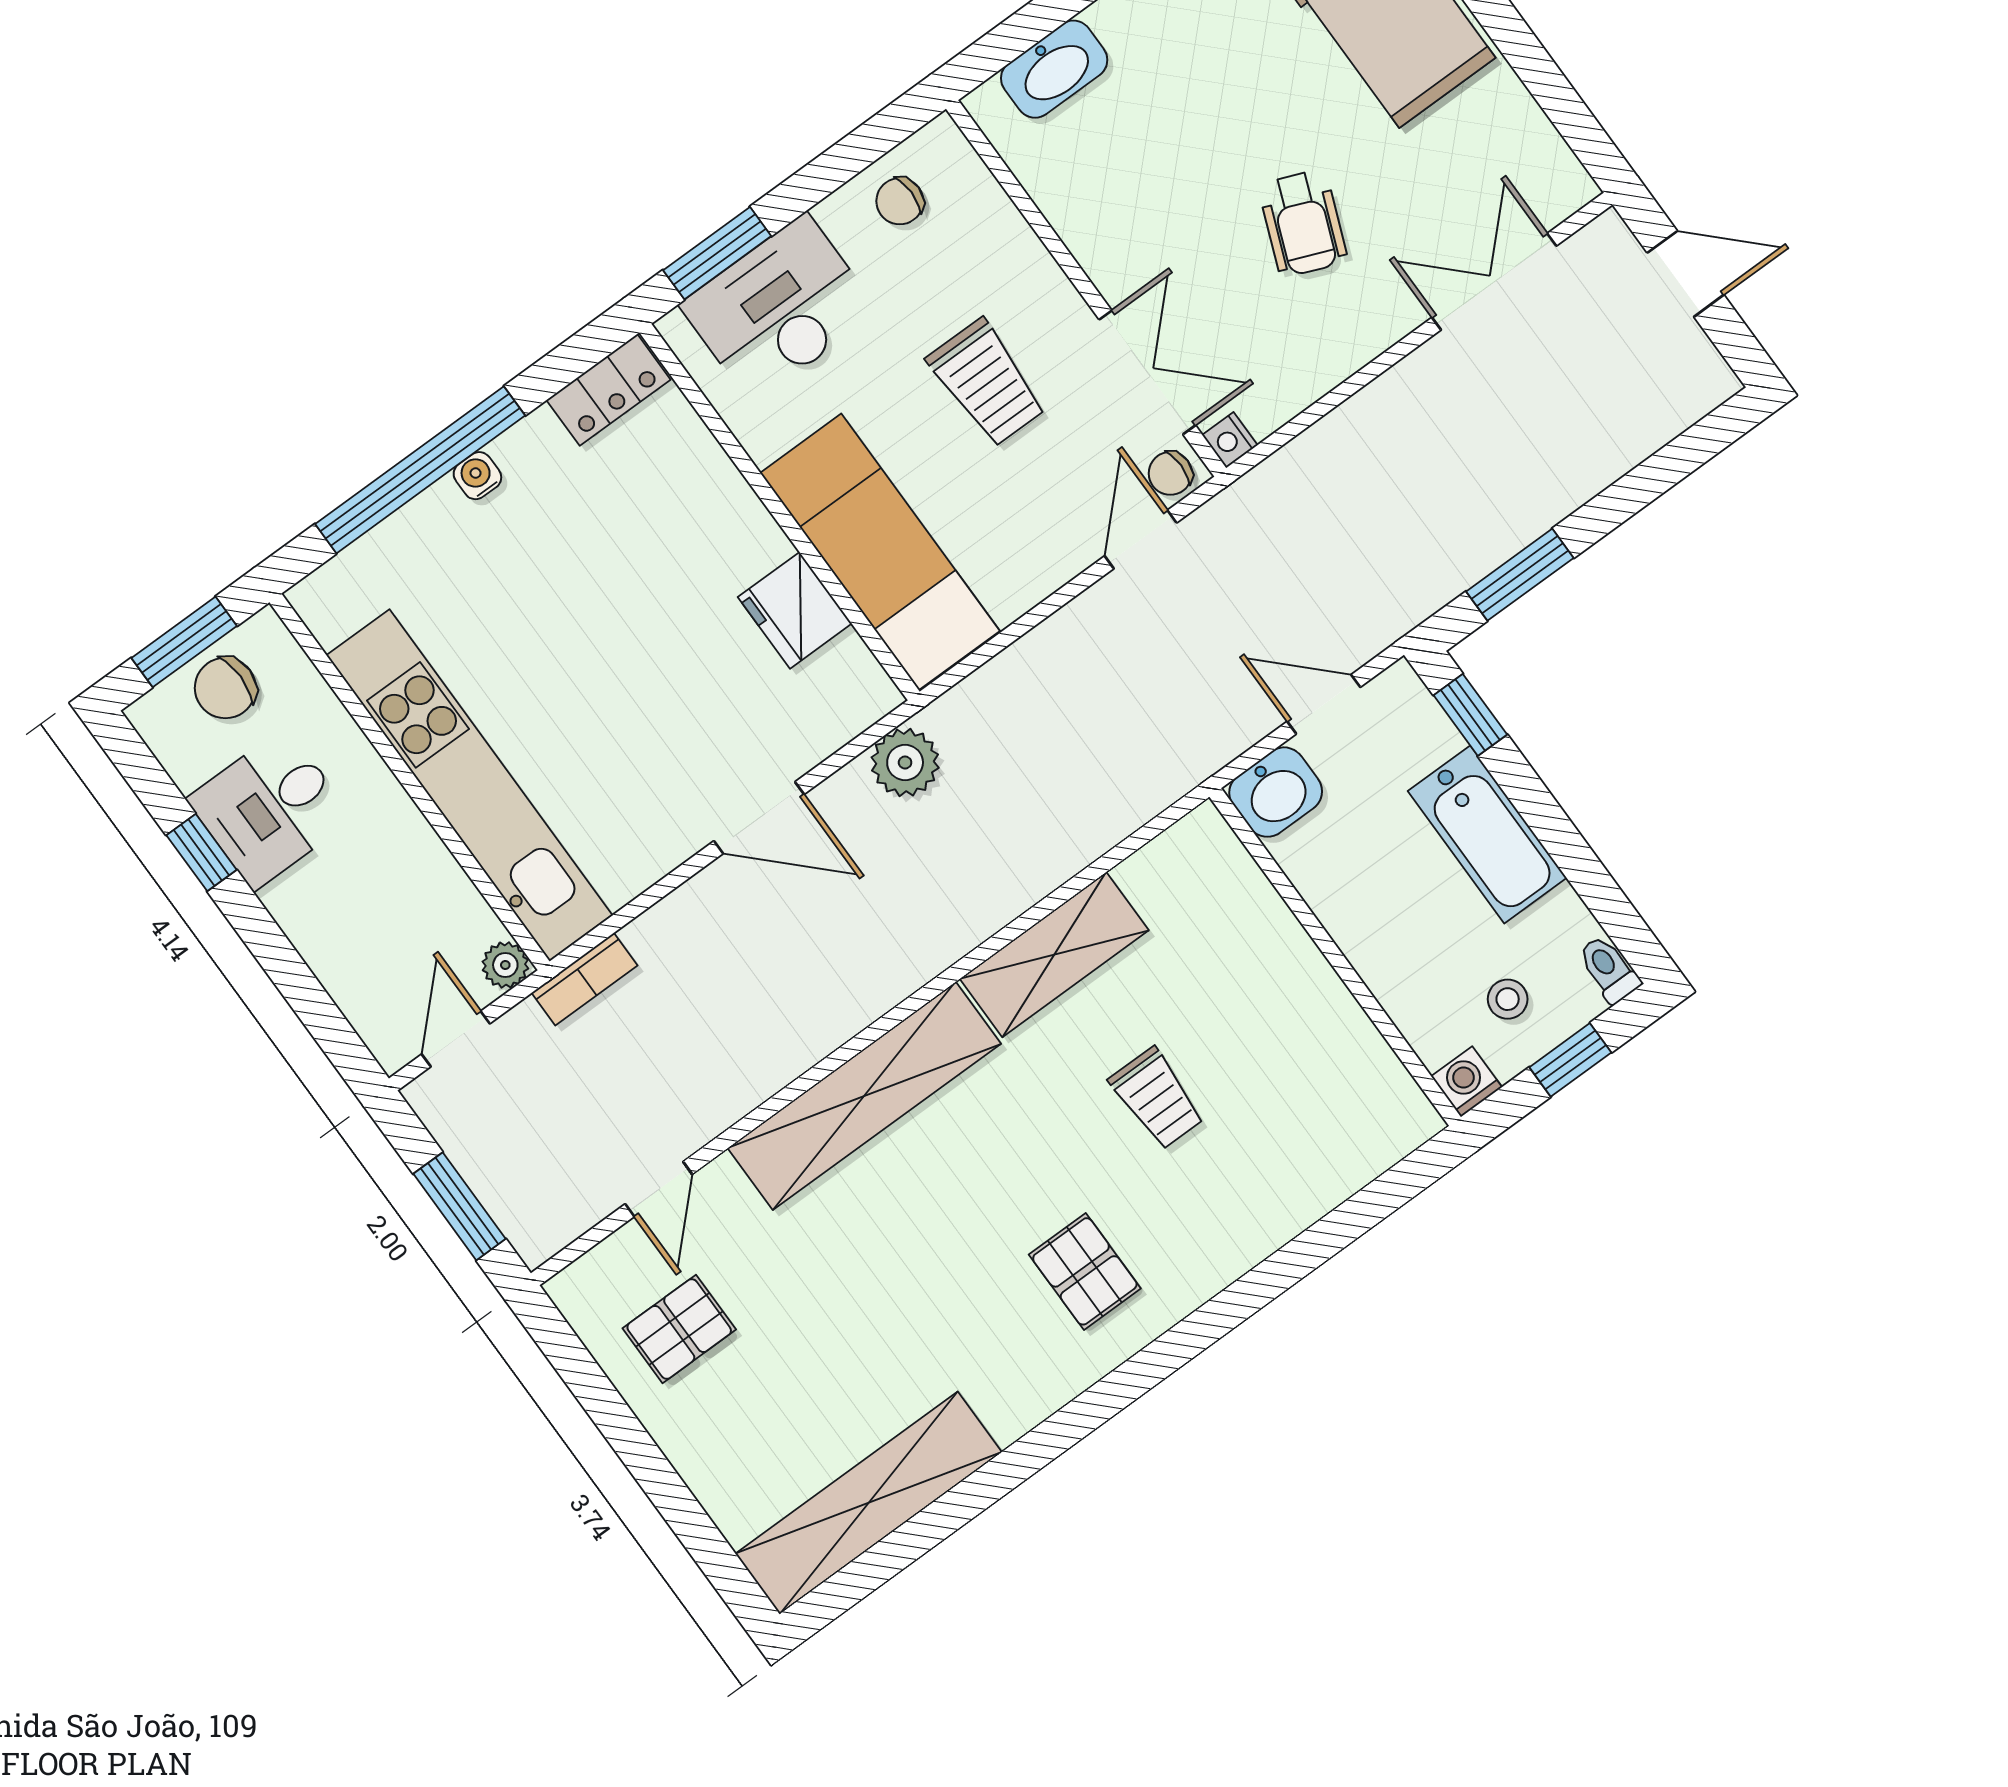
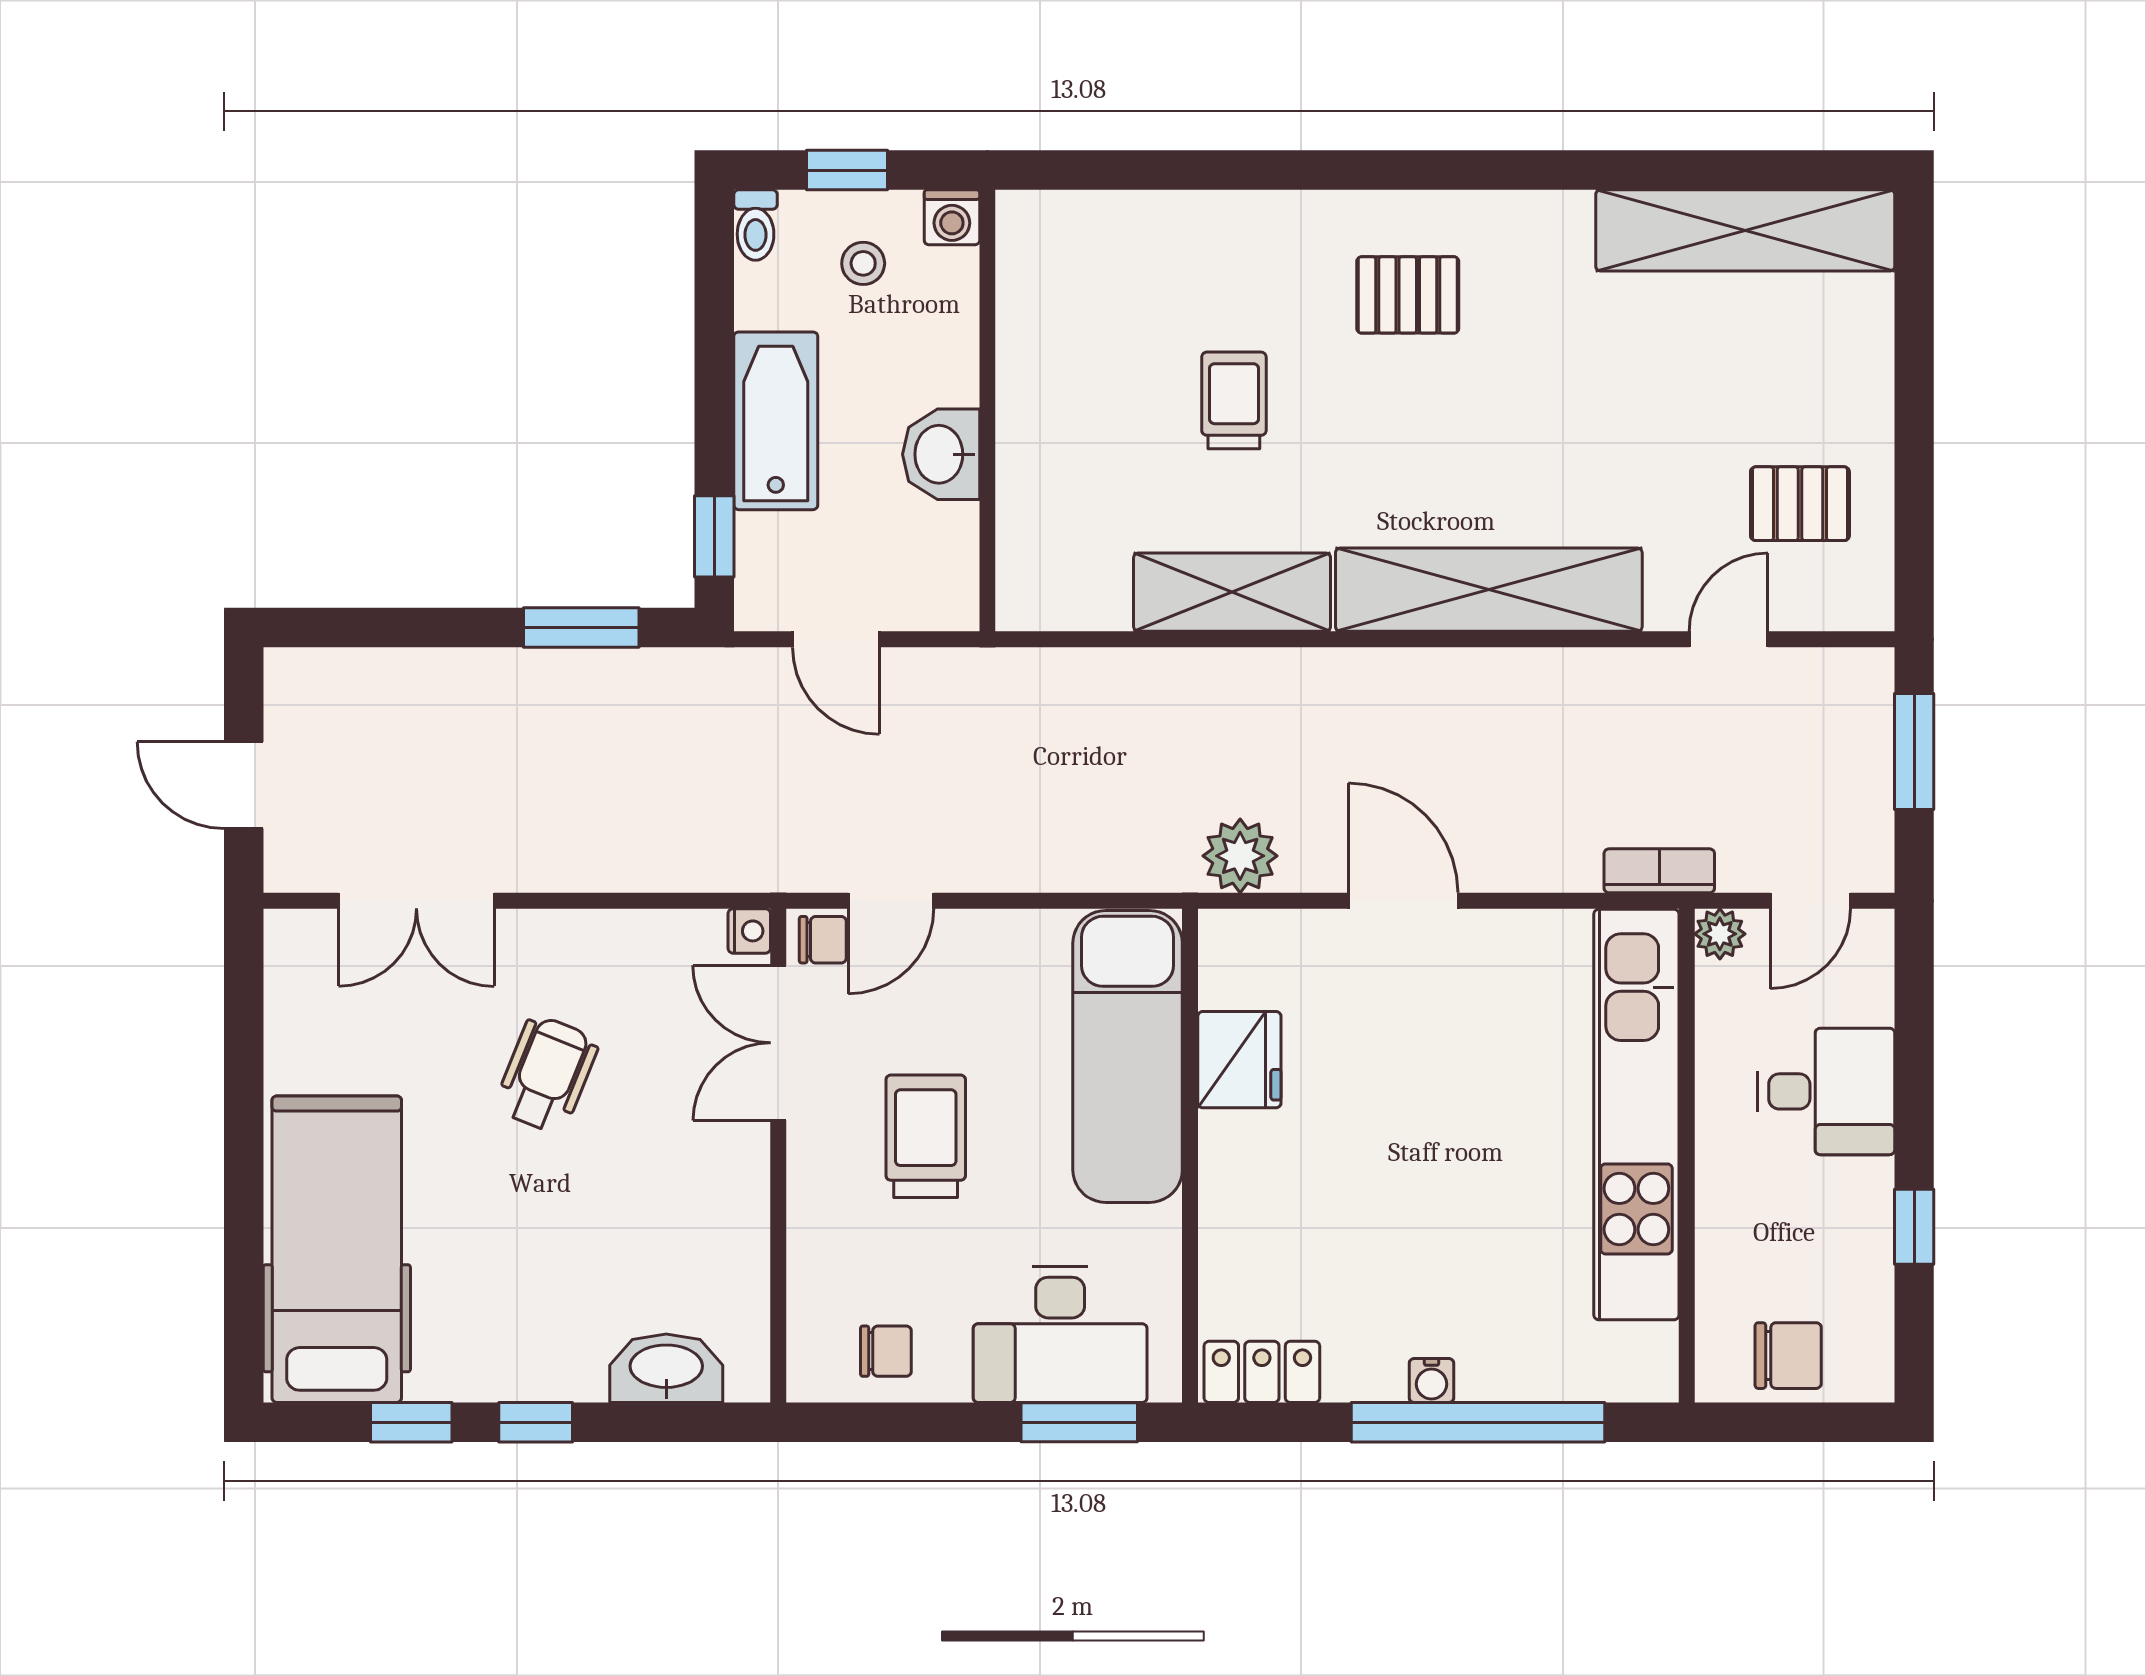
window: (184, 642) -> (1795, 1422), removed
washbasin: (1276, 792) -> (941, 454), moved, turned -90
desk: (270, 809) -> (1826, 1091), moved
pallet: (1085, 1271) -> (1408, 295), turned 90

